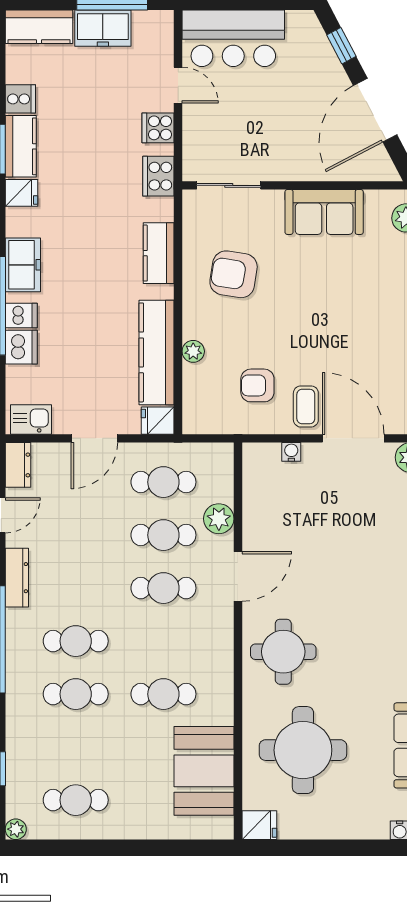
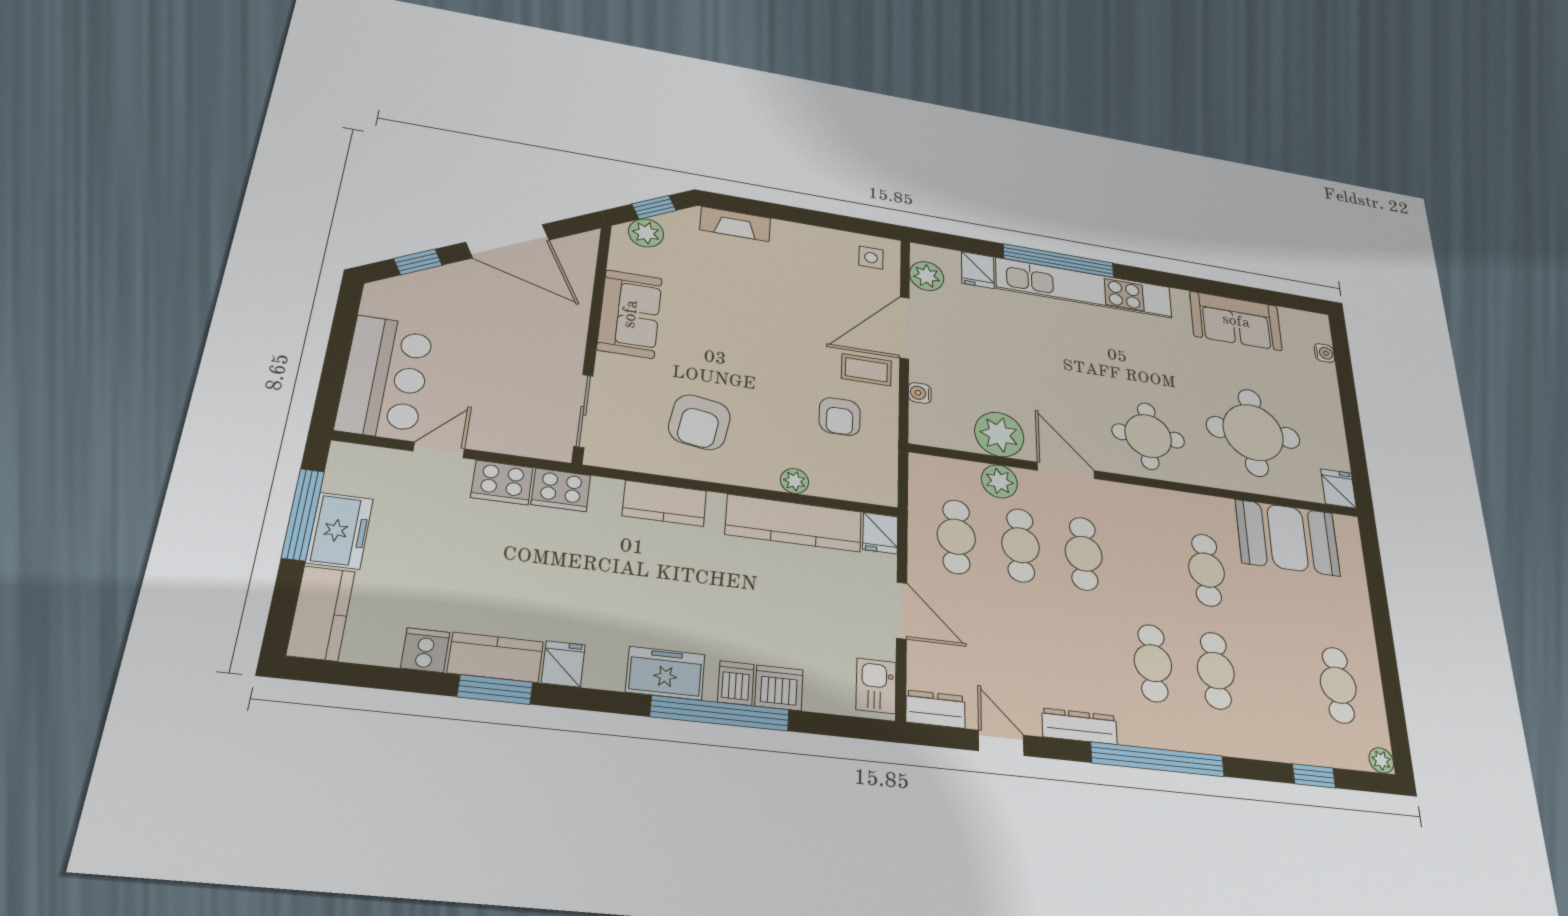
cooker: (158, 128) -> (502, 482), width x1.36
plant: (263, 519) -> (999, 434), added

